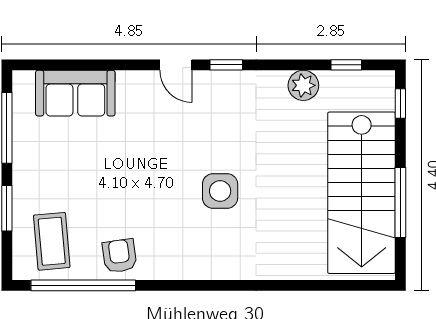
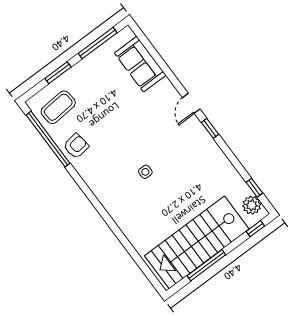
plant: (303, 85) -> (252, 205), moved
side table: (220, 191) -> (145, 172), width x0.54, depth x0.54

